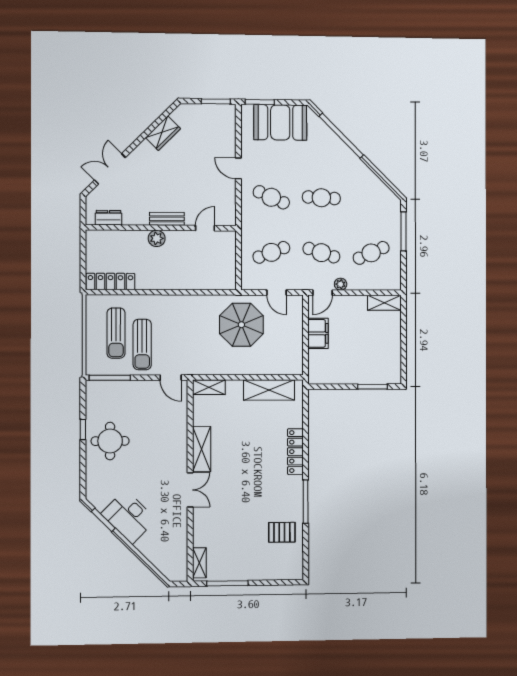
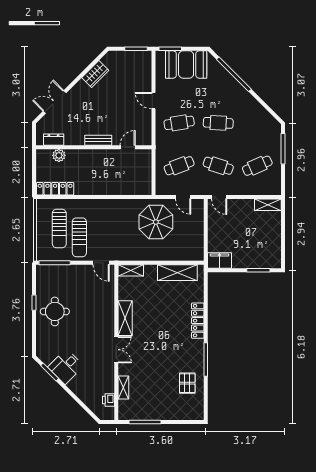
cafe table: (271, 197) -> (179, 123), turned -33
plant: (157, 238) -> (59, 155), moved
plant: (341, 284) -> (233, 190), removed
door: (322, 293) -> (219, 197), hinge flipped
filing cabinet: (318, 333) -> (219, 261), moved, turned -90
desk: (129, 517) -> (66, 366), width x0.73
pallet: (282, 532) -> (187, 383), turned 90
printer: (180, 555) -> (109, 400), added
shelving: (199, 563) -> (123, 388), moved

